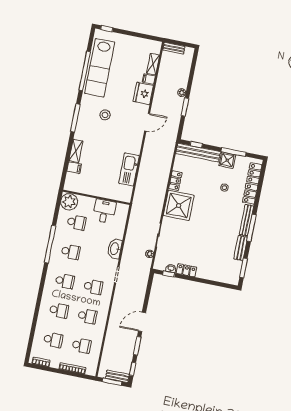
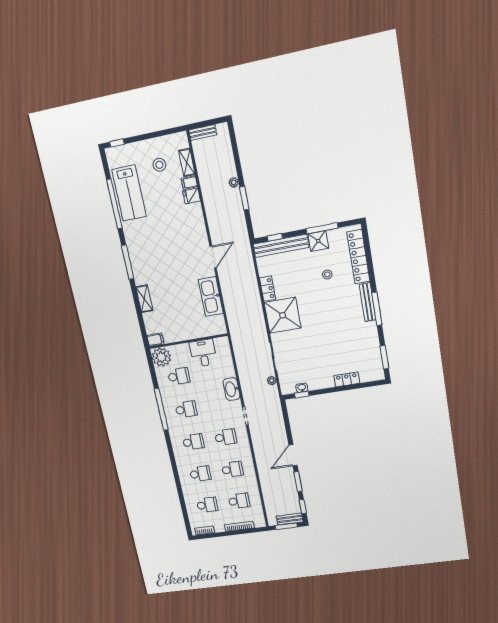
lab bench: (100, 68) -> (129, 193), width x0.73
fridge: (143, 93) -> (192, 196), width x0.53, depth x0.75
stool: (105, 115) -> (159, 165), moved
door: (147, 122) -> (213, 257), moved
filing cabinet: (74, 168) -> (155, 340), moved
bench: (241, 248) -> (373, 336), removed
locker: (186, 270) -> (347, 379), moved

